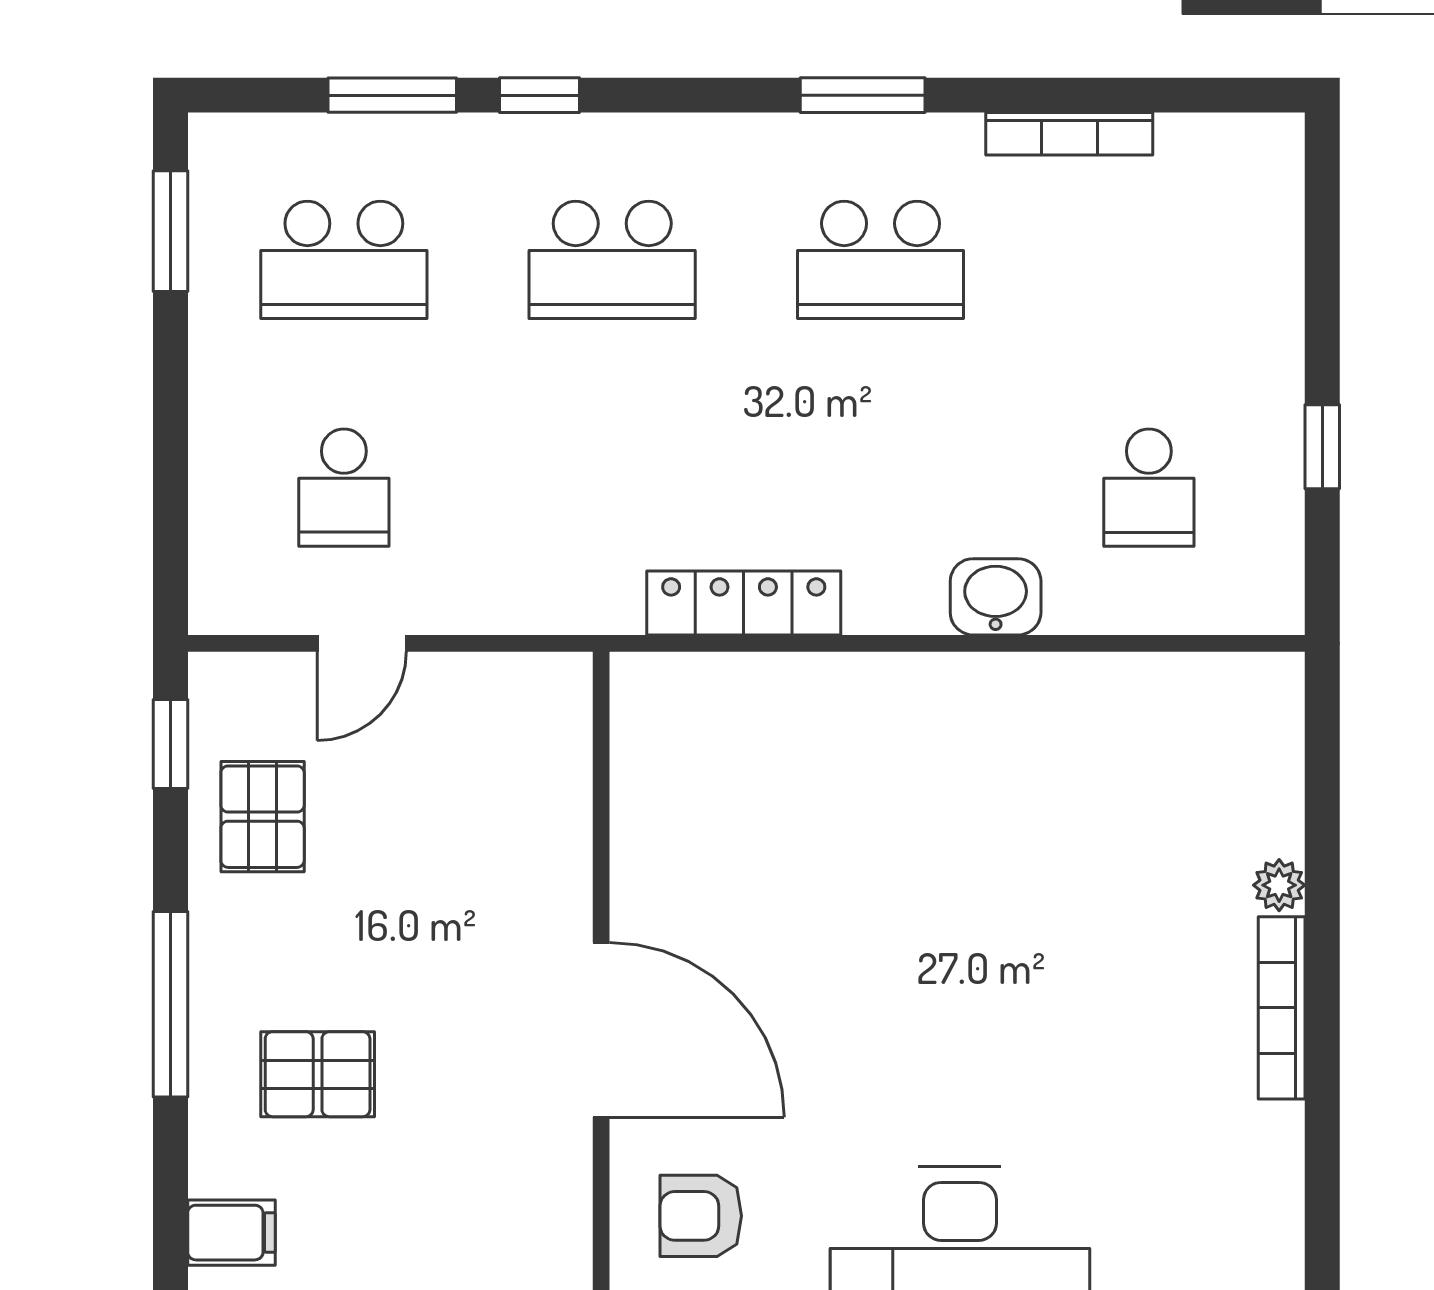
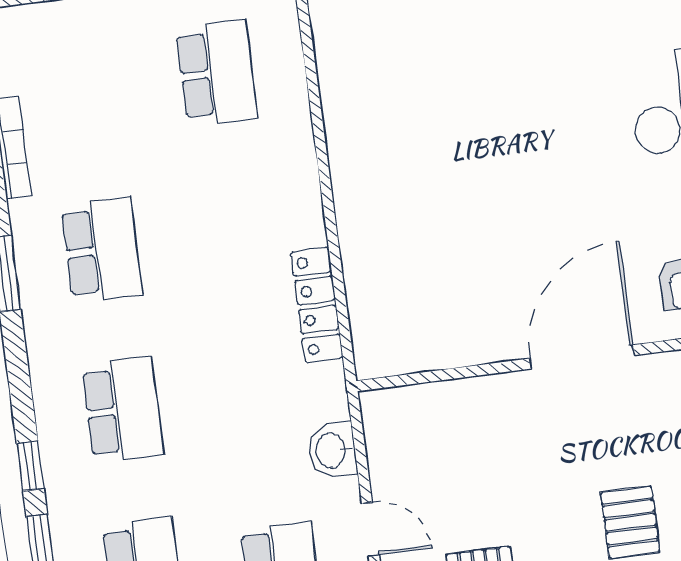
school desk: (1149, 488) -> (217, 73), width x1.85
washbasin: (996, 597) -> (332, 450), moved

